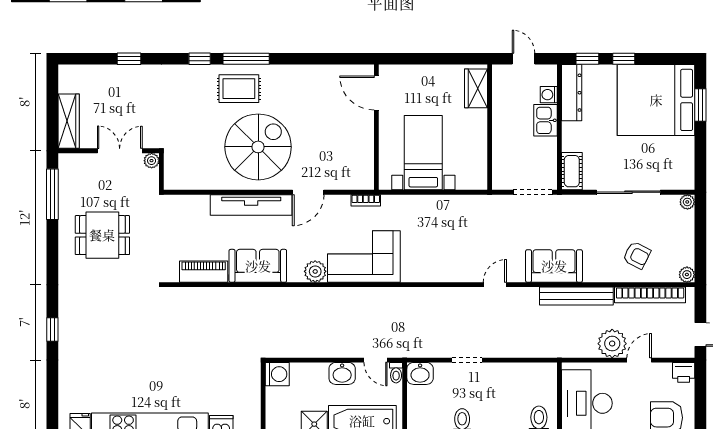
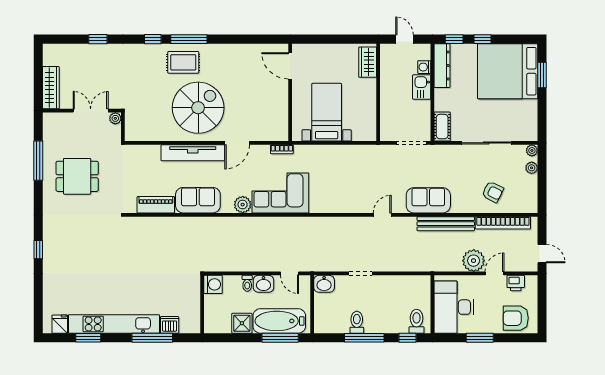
window: (52, 194) -> (38, 161), moved
plant: (687, 275) -> (532, 168), moved
printer: (684, 372) -> (516, 283), moved
toilet: (396, 373) -> (247, 283), moved

